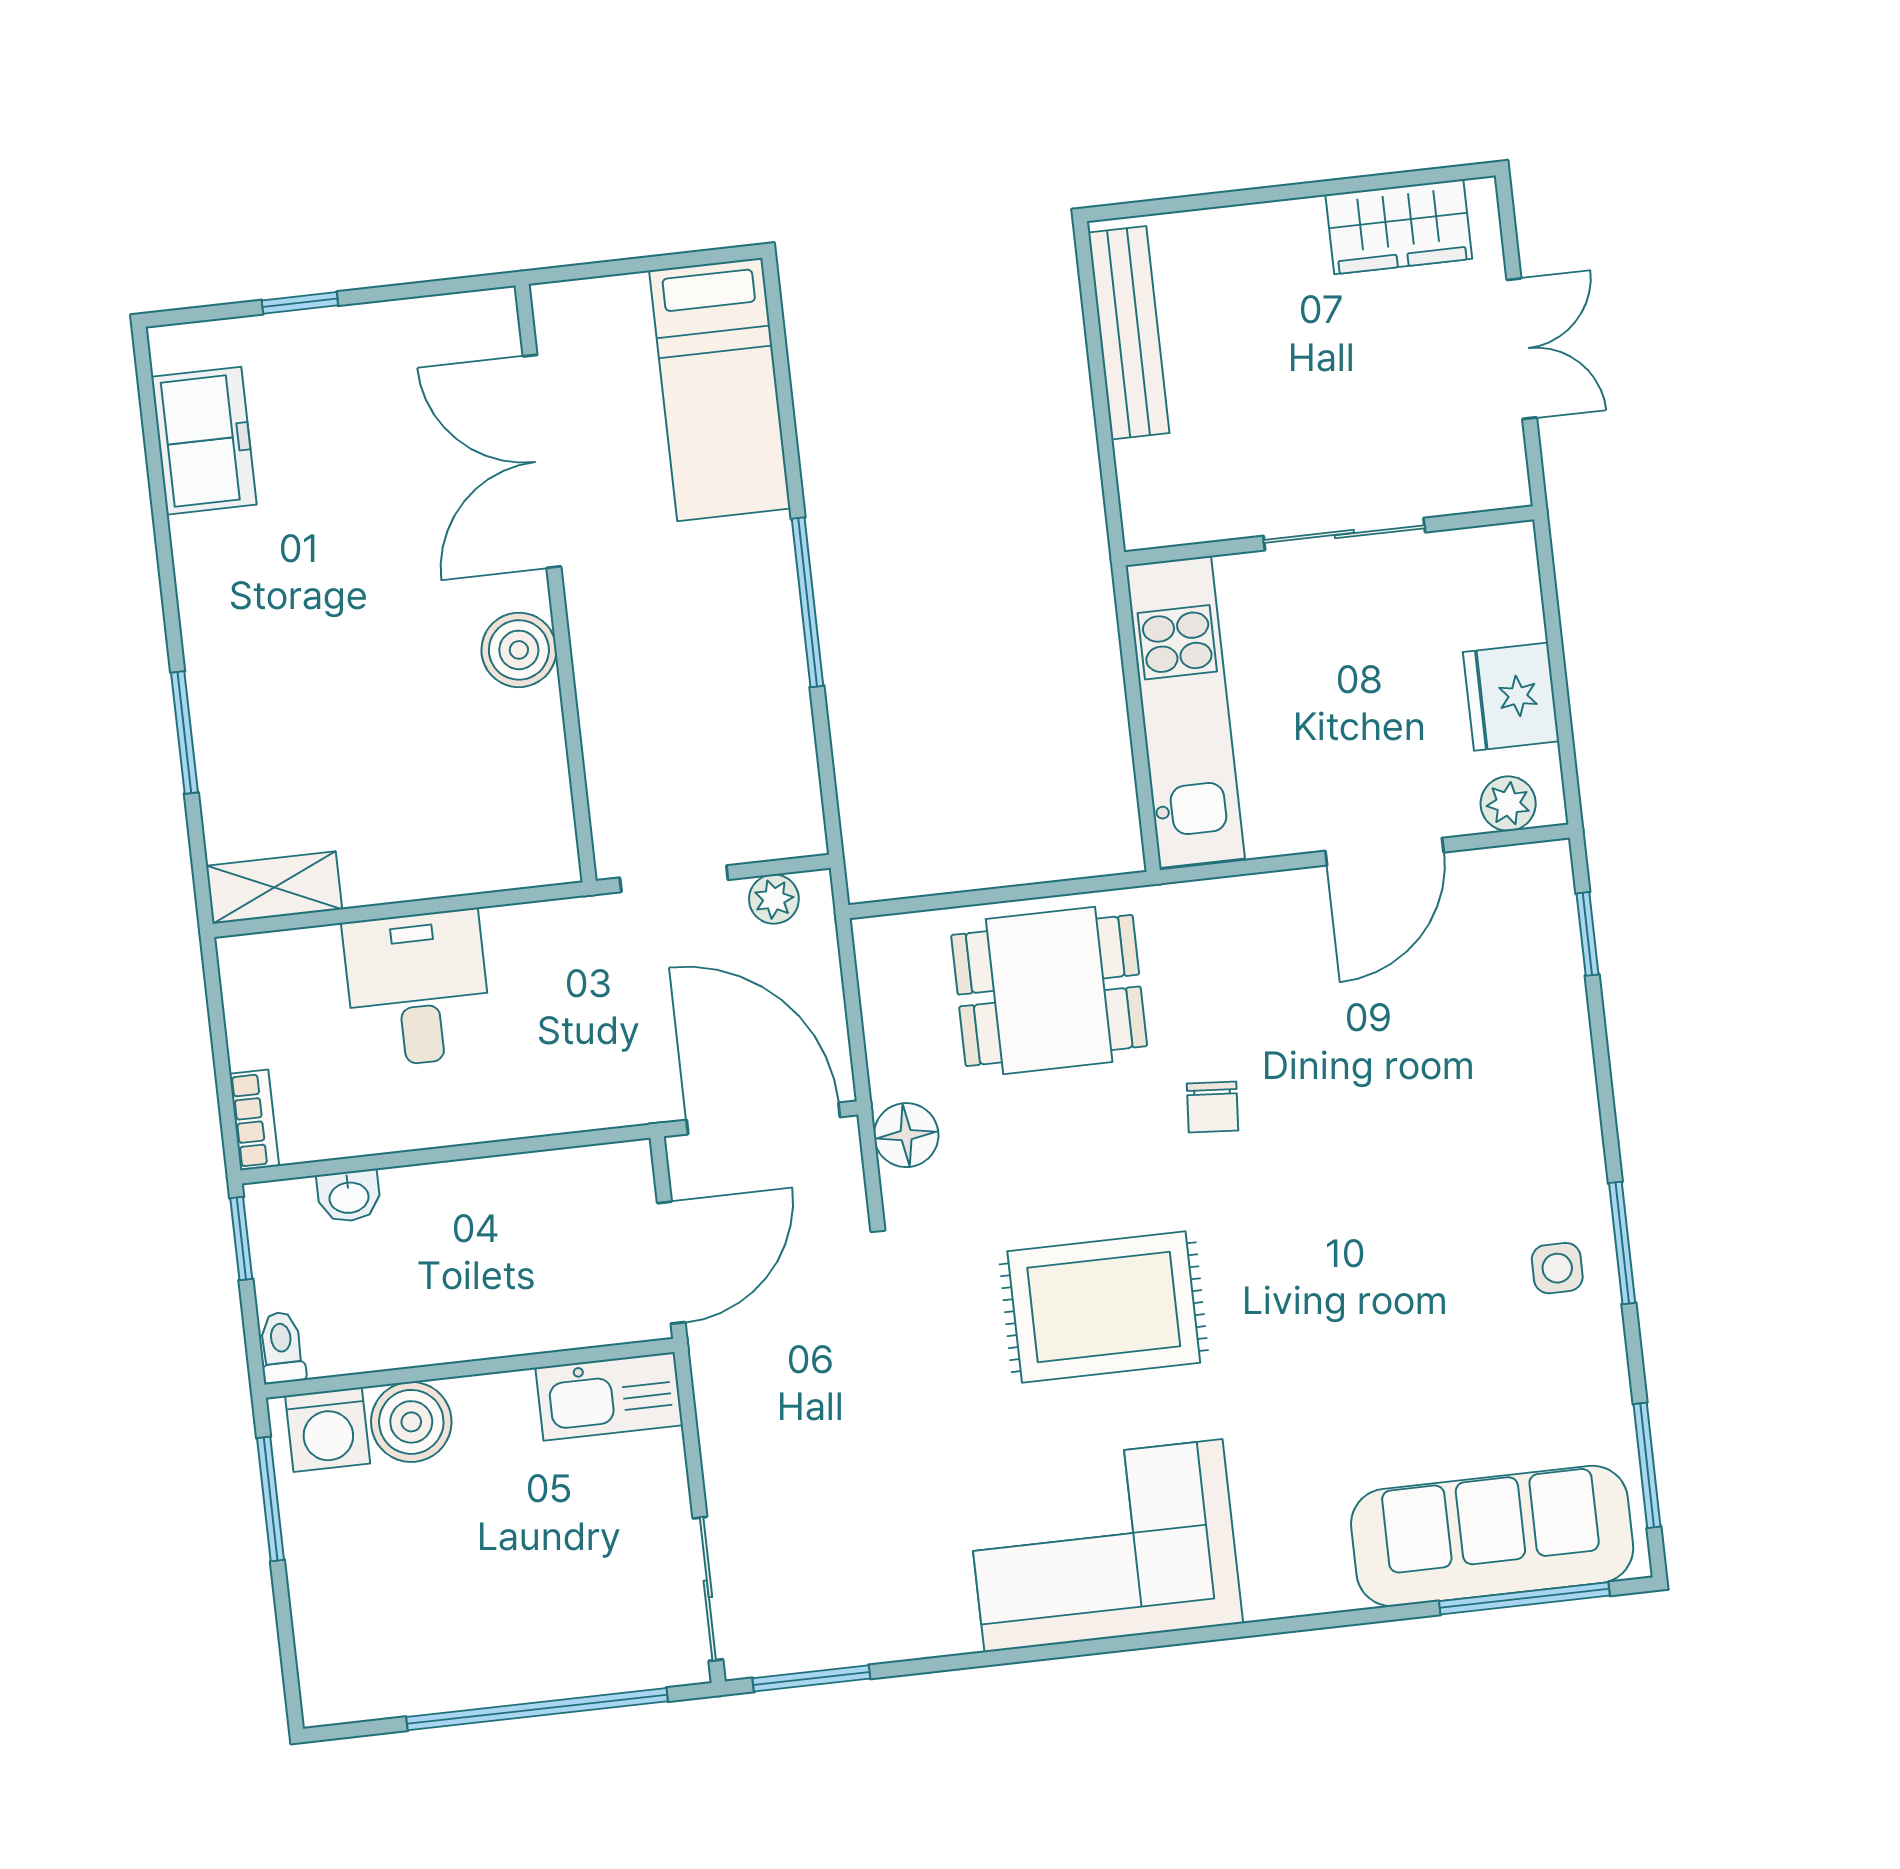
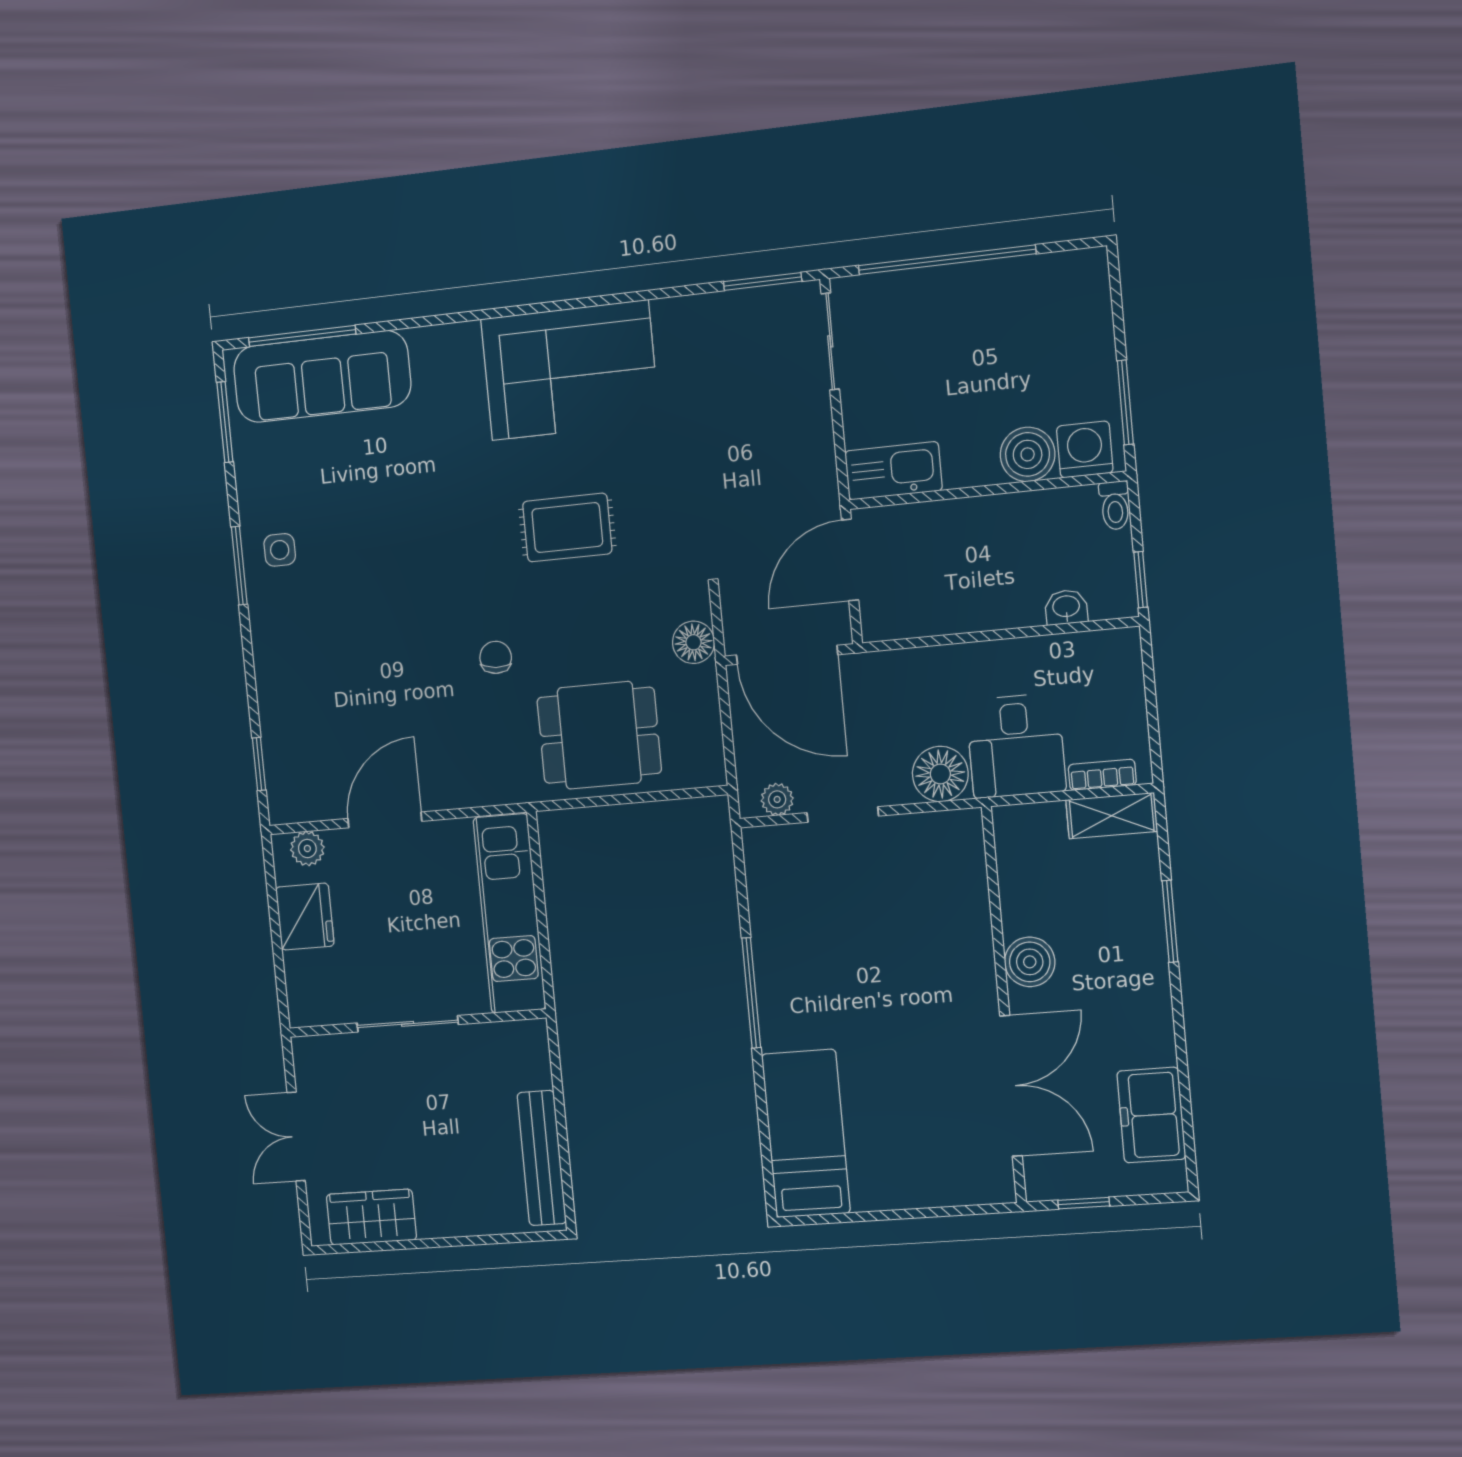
double door: (542, 461) -> (1011, 1086), moved
wall: (556, 583) -> (1004, 1005), moved
boiler: (519, 650) -> (1030, 962), moved
floor lamp: (529, 944) -> (940, 774), added
bookcase: (254, 1120) -> (1102, 775), moved, turned 90
rug: (1104, 1307) -> (567, 528), width x0.73, depth x0.70

